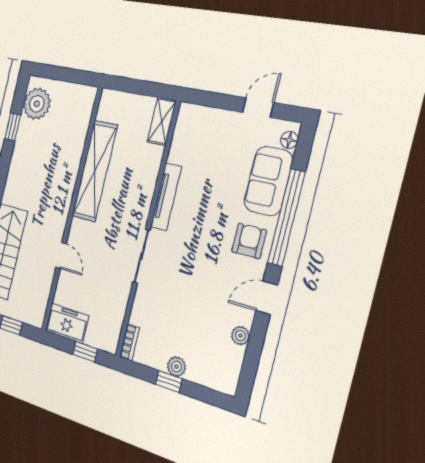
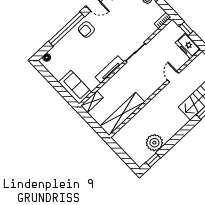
plant: (37, 104) -> (154, 143), moved
door: (258, 107) -> (50, 78), removed
window: (13, 127) -> (153, 160), moved
shelving: (95, 171) -> (122, 114), moved
sofa: (268, 181) -> (75, 87), moved, turned -90

